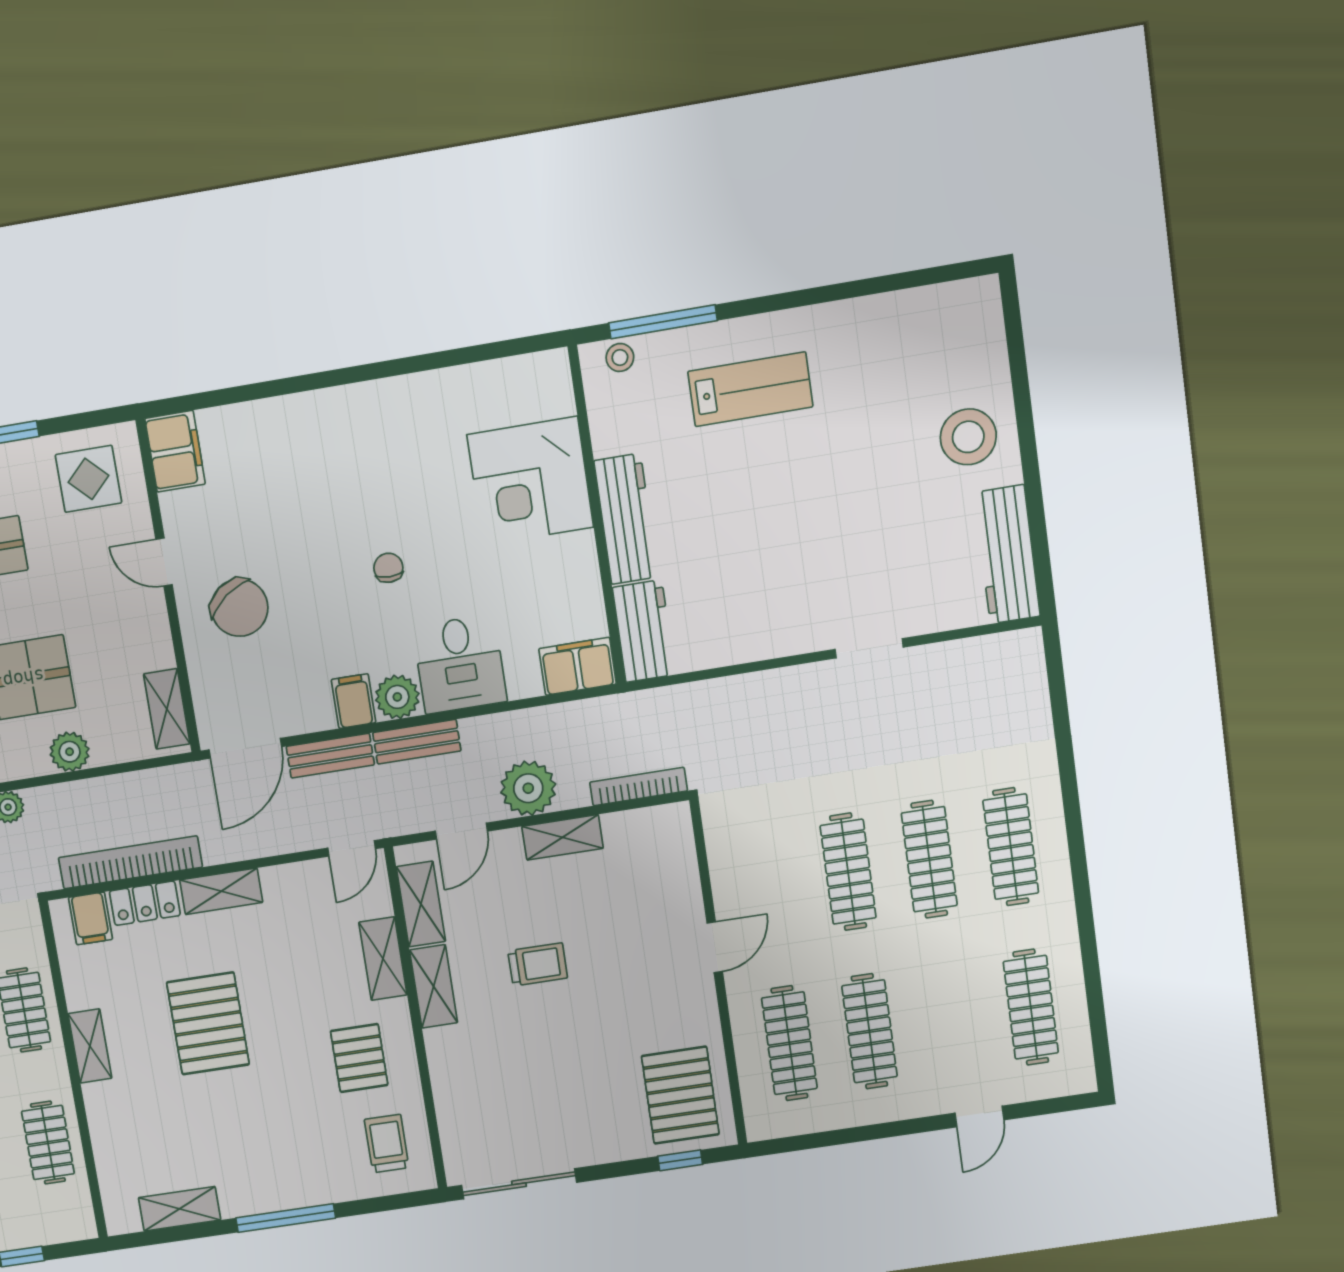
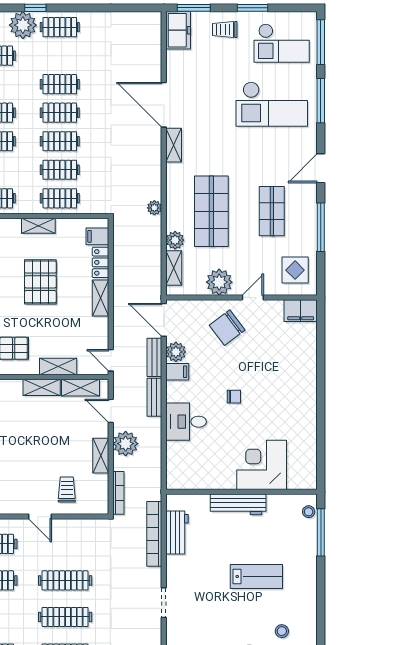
stool: (899, 373) -> (282, 631), added
lab bench: (750, 389) -> (256, 576), moved, turned -90
workbench: (644, 631) -> (177, 533), moved, turned -90
plant: (143, 641) -> (219, 282), added
filing cabinet: (578, 666) -> (177, 474), removed
plant: (397, 697) -> (176, 352), moved
shelving: (167, 709) -> (174, 268), moved, turned 90
bookcase: (130, 862) -> (154, 534), moved, turned 180
trolley: (538, 964) -> (67, 489), moved, turned 180
pallet: (208, 1023) -> (40, 282), turned 90

